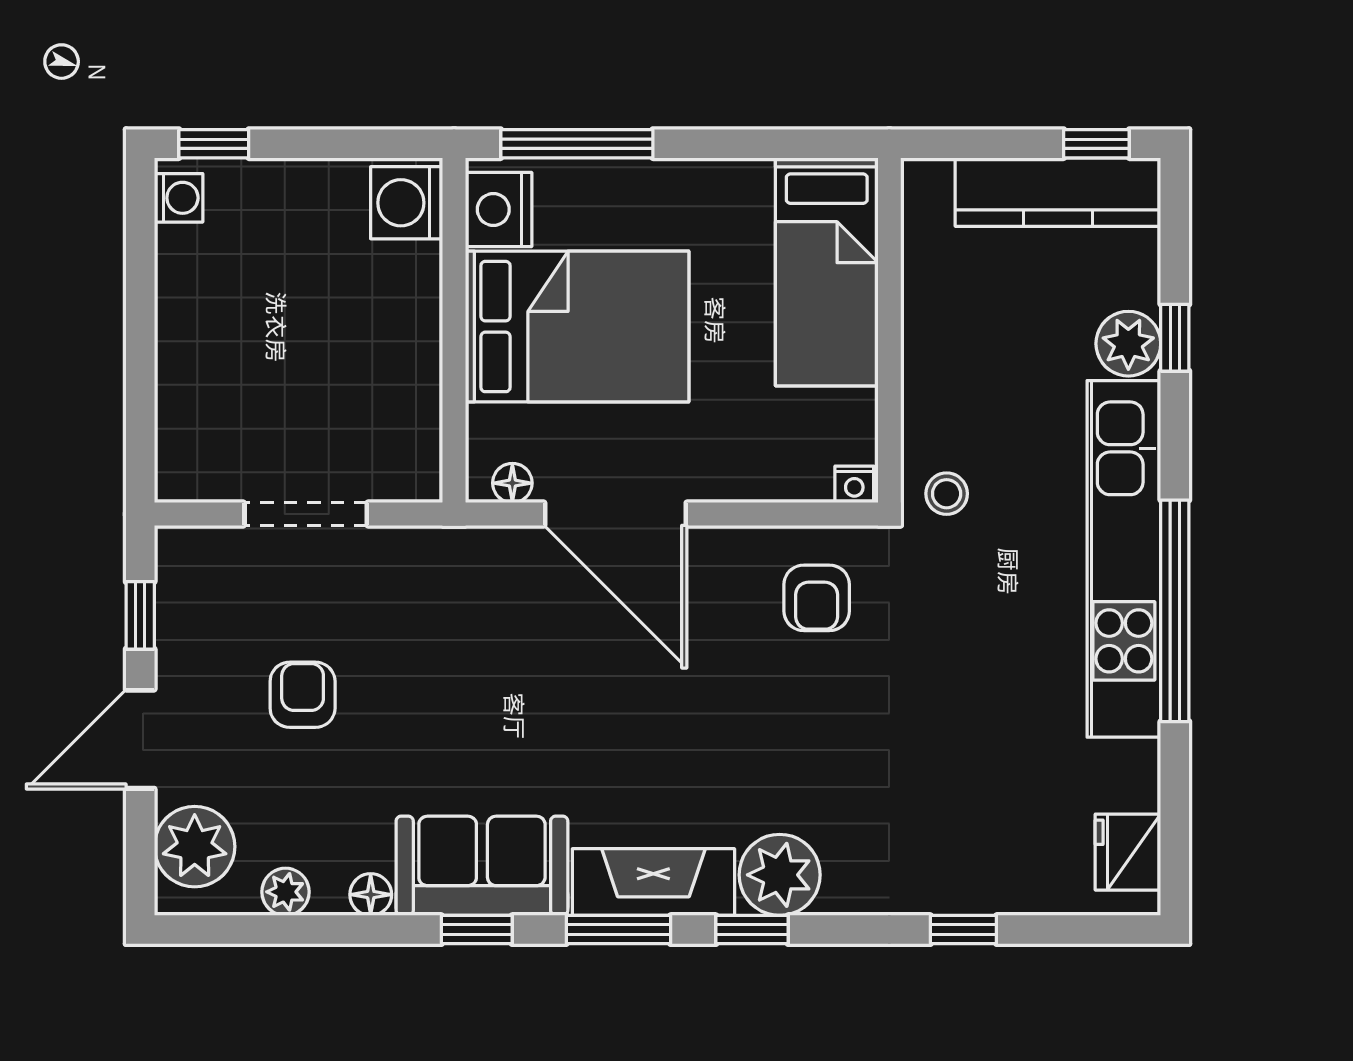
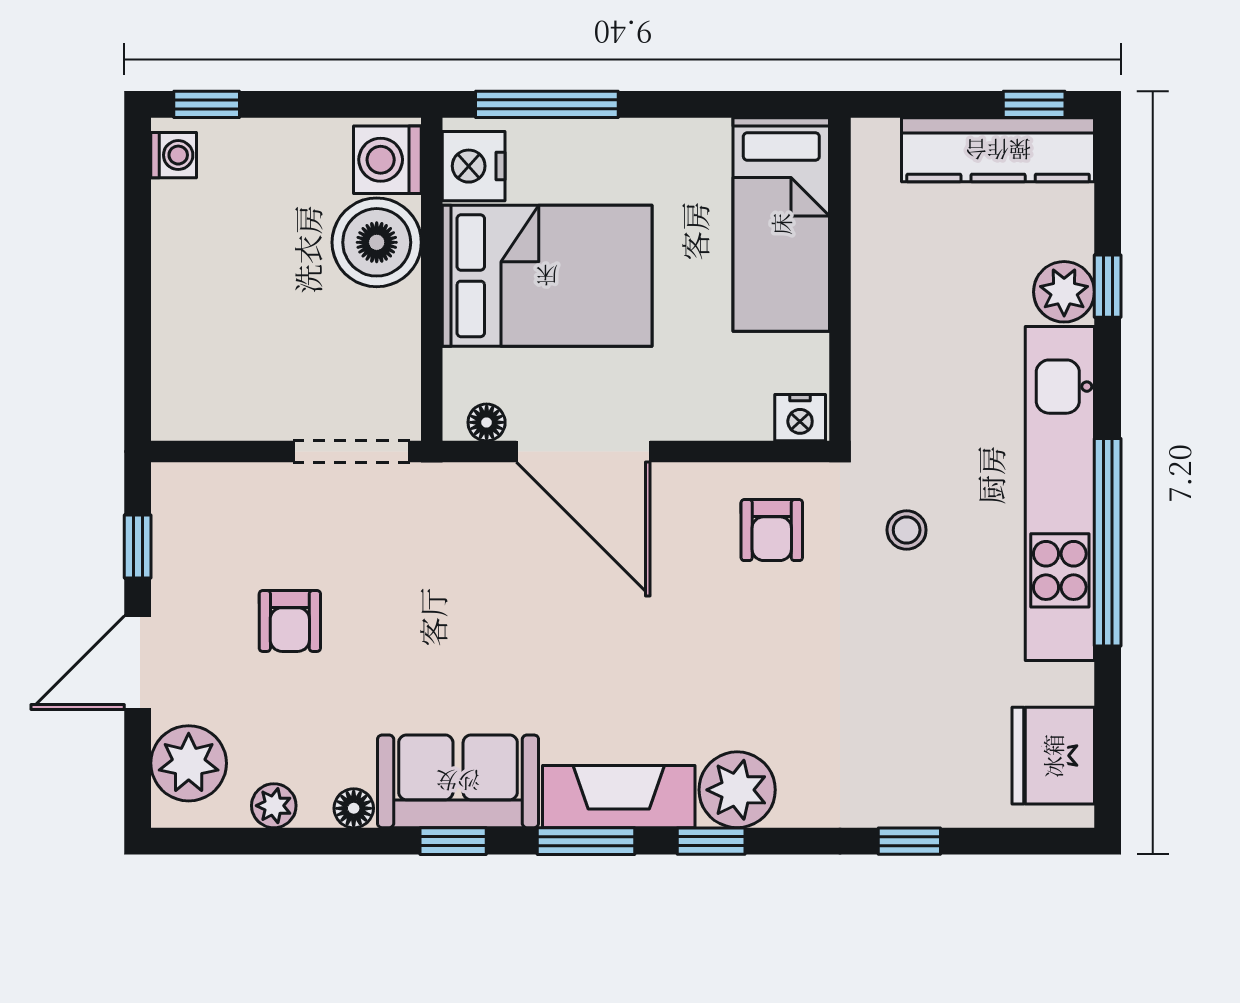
boiler: (395, 291) -> (377, 242), added
nightstand: (854, 484) -> (800, 418), width x1.39, depth x1.35
stool: (947, 494) -> (907, 530), moved
doorway: (306, 514) -> (352, 452), moved
armchair: (303, 695) -> (290, 621), turned 180
fridge: (1128, 852) -> (1053, 756), width x1.36, depth x1.34

